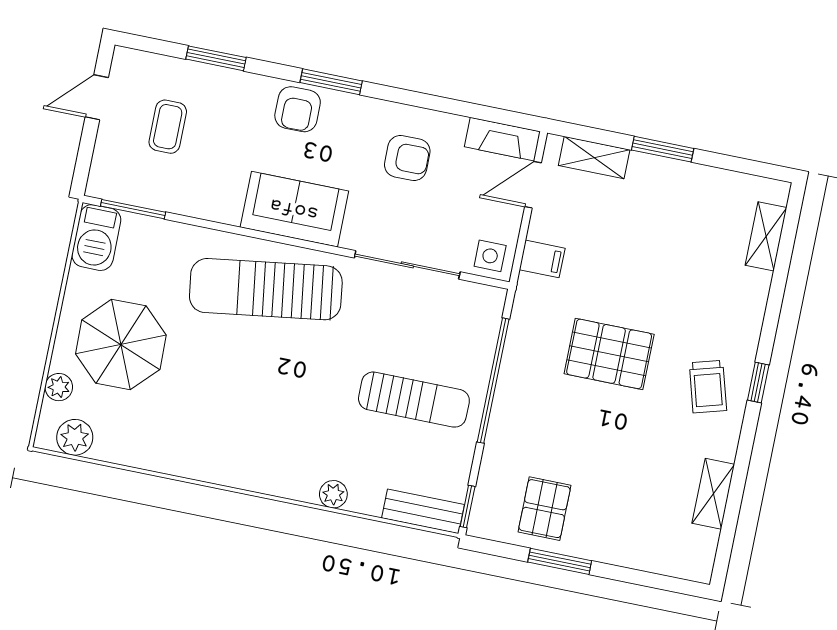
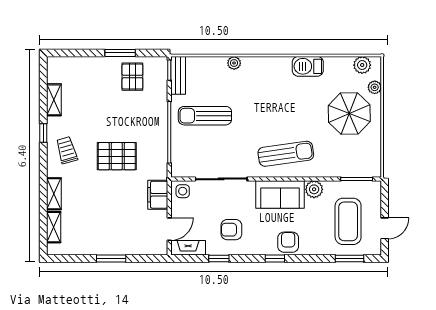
window: (216, 58) -> (350, 258), moved
window: (331, 82) -> (275, 258), width x0.67
window: (444, 105) -> (219, 258), added
coffee table: (168, 127) -> (348, 221), width x1.86, depth x1.72
shelving: (594, 158) -> (54, 194), moved, turned 90
plant: (223, 206) -> (314, 189), added
barbecue: (96, 238) -> (308, 66), moved, turned -90
filing cabinet: (542, 259) -> (158, 195), width x2.00
sun lounger: (266, 289) -> (286, 154), width x0.73, depth x0.75
window: (758, 382) -> (43, 133), moved
bench: (423, 511) -> (178, 75), moved, turned 90

